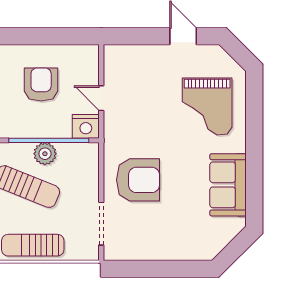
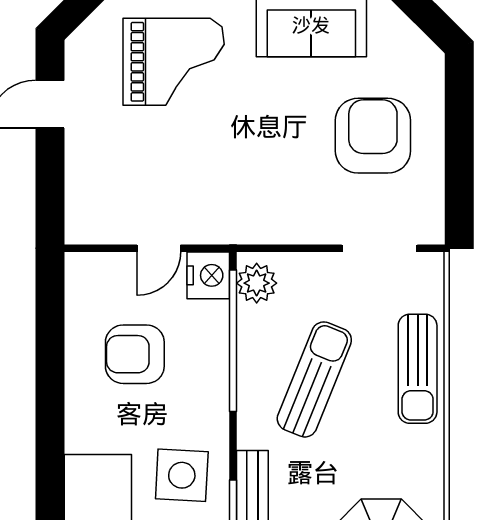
plant: (45, 154) -> (257, 283), moved
armchair: (138, 180) -> (373, 136), moved

